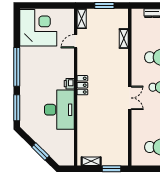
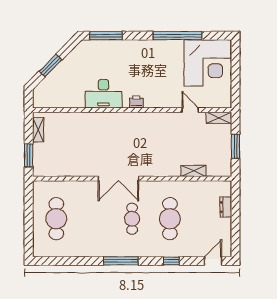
window: (17, 67) -> (178, 36), moved
locker: (82, 85) -> (135, 119), removed
double door: (130, 98) -> (118, 179), width x1.37
desk: (59, 110) -> (104, 94), width x0.73, depth x0.77

